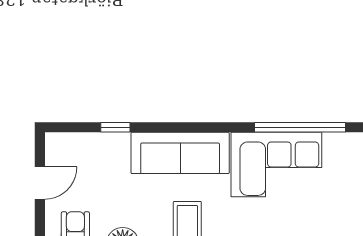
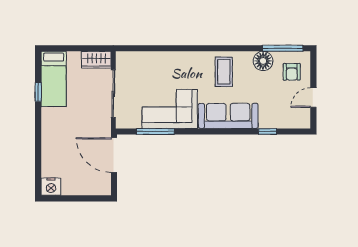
window: (300, 127) -> (155, 132), width x0.68

